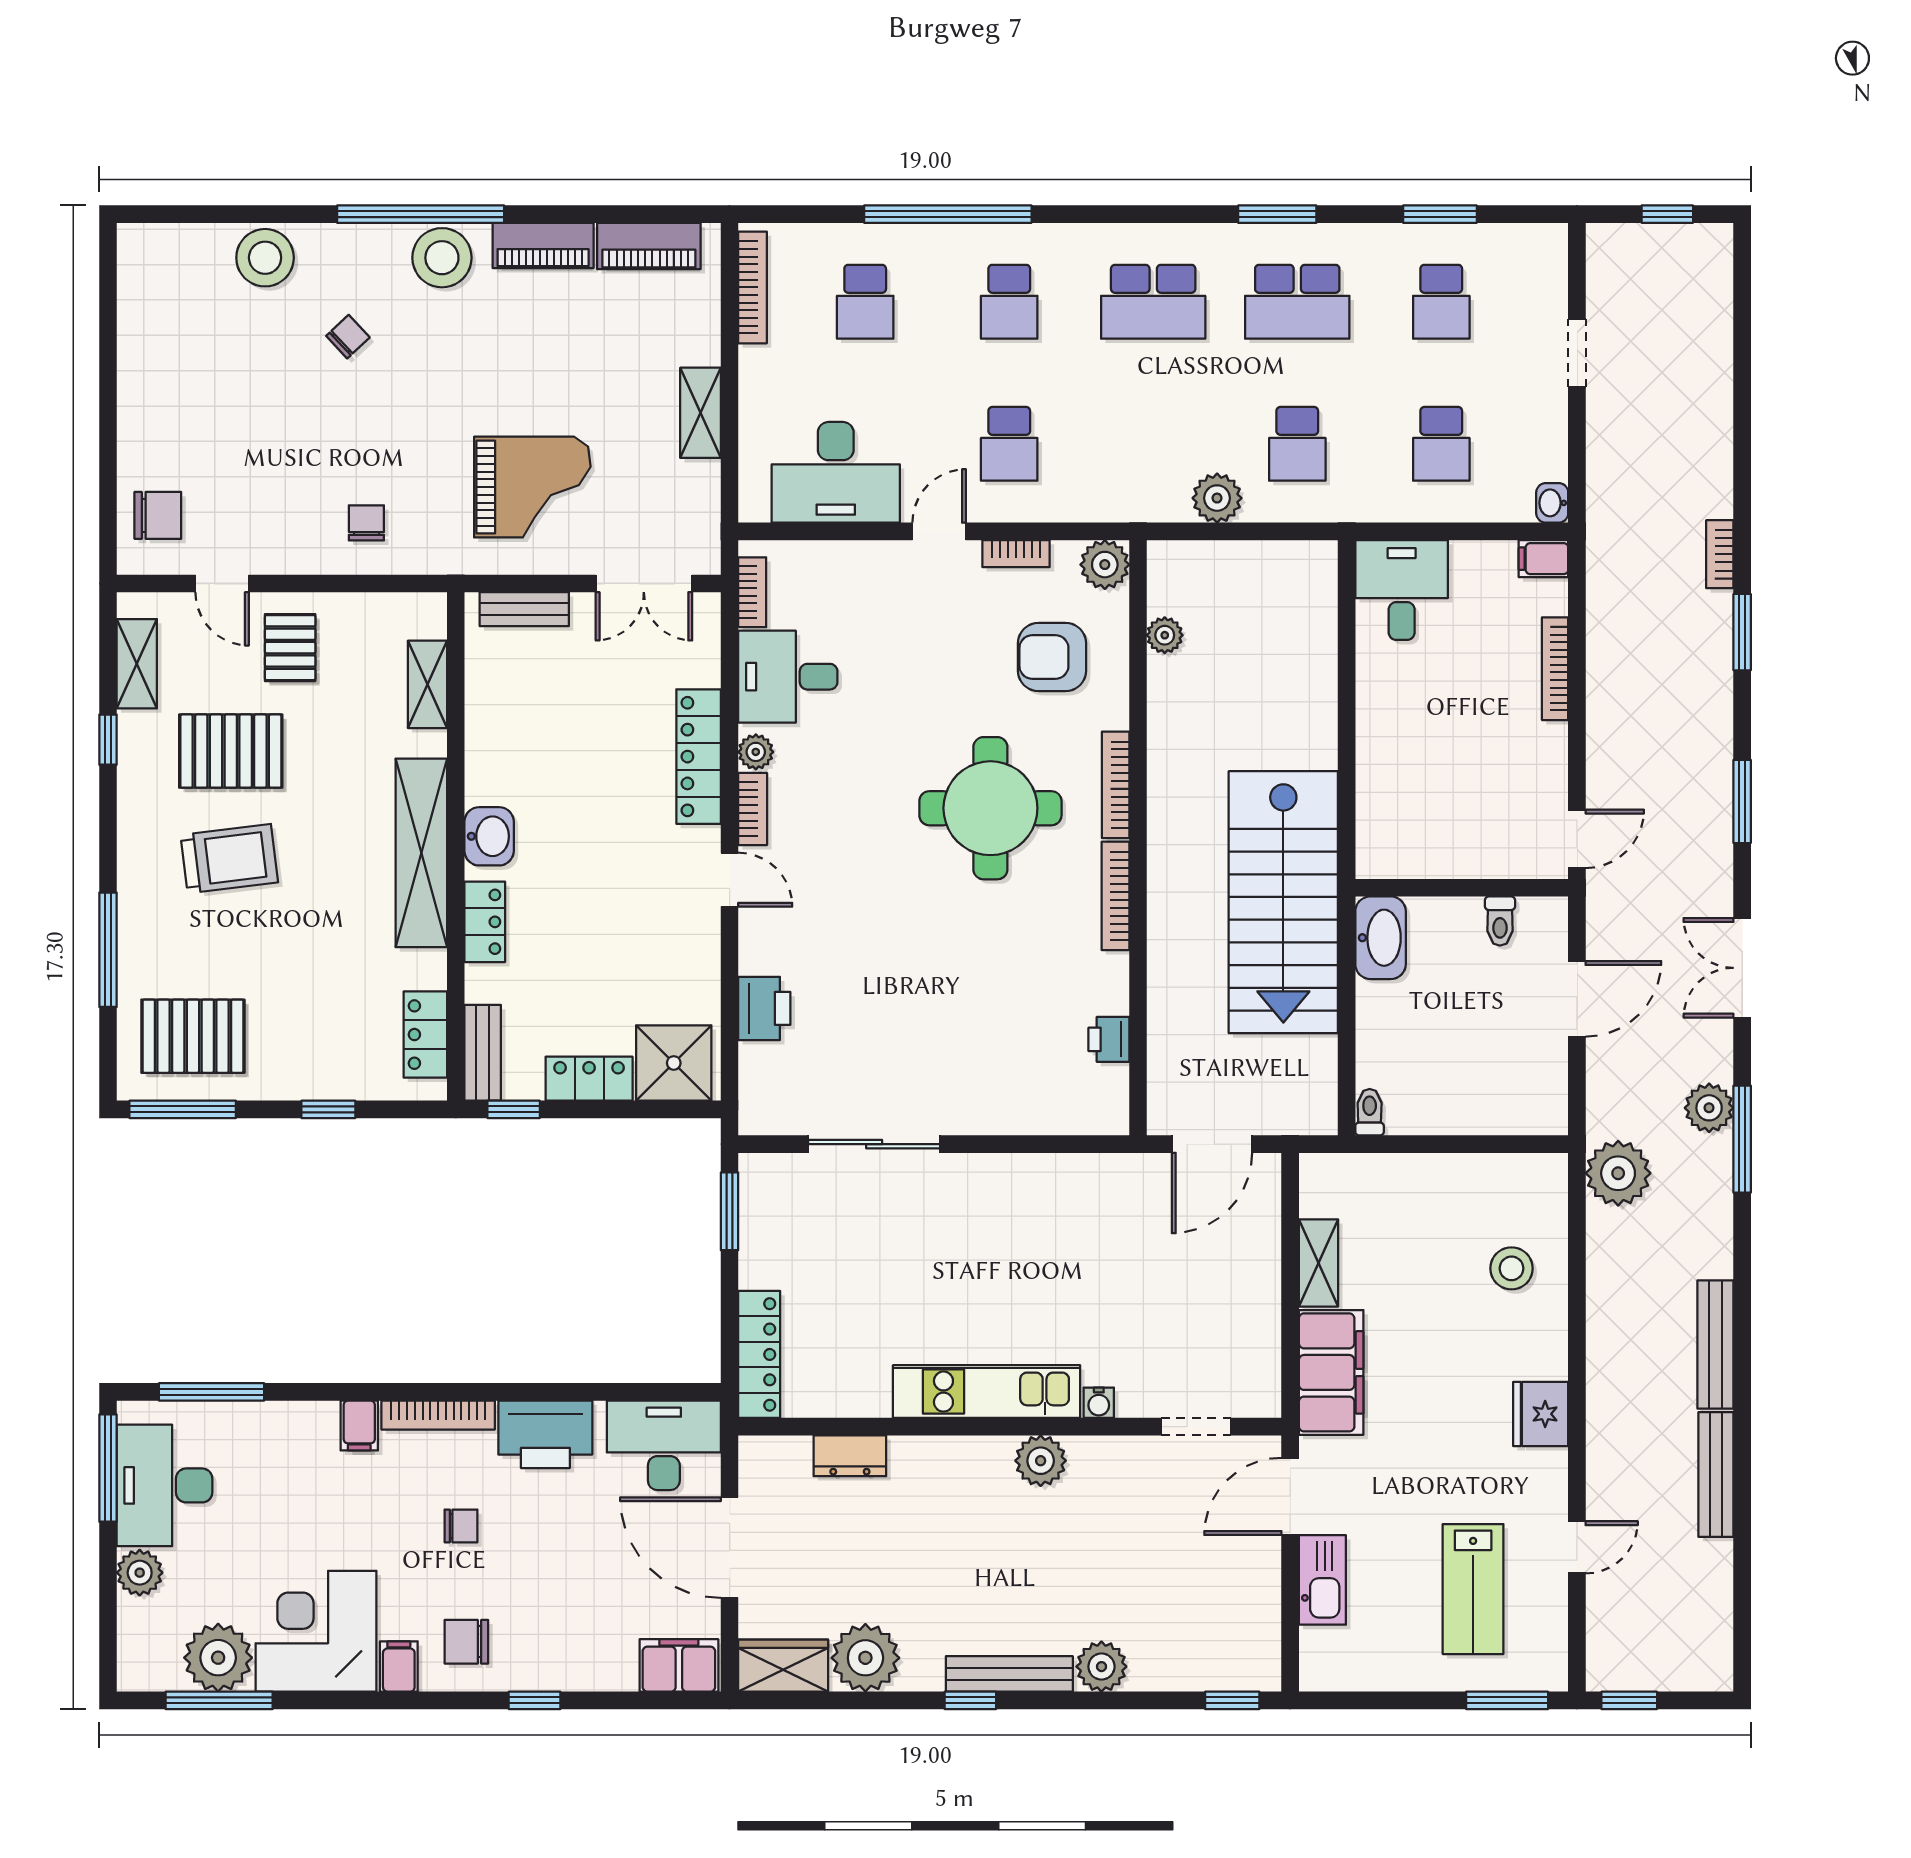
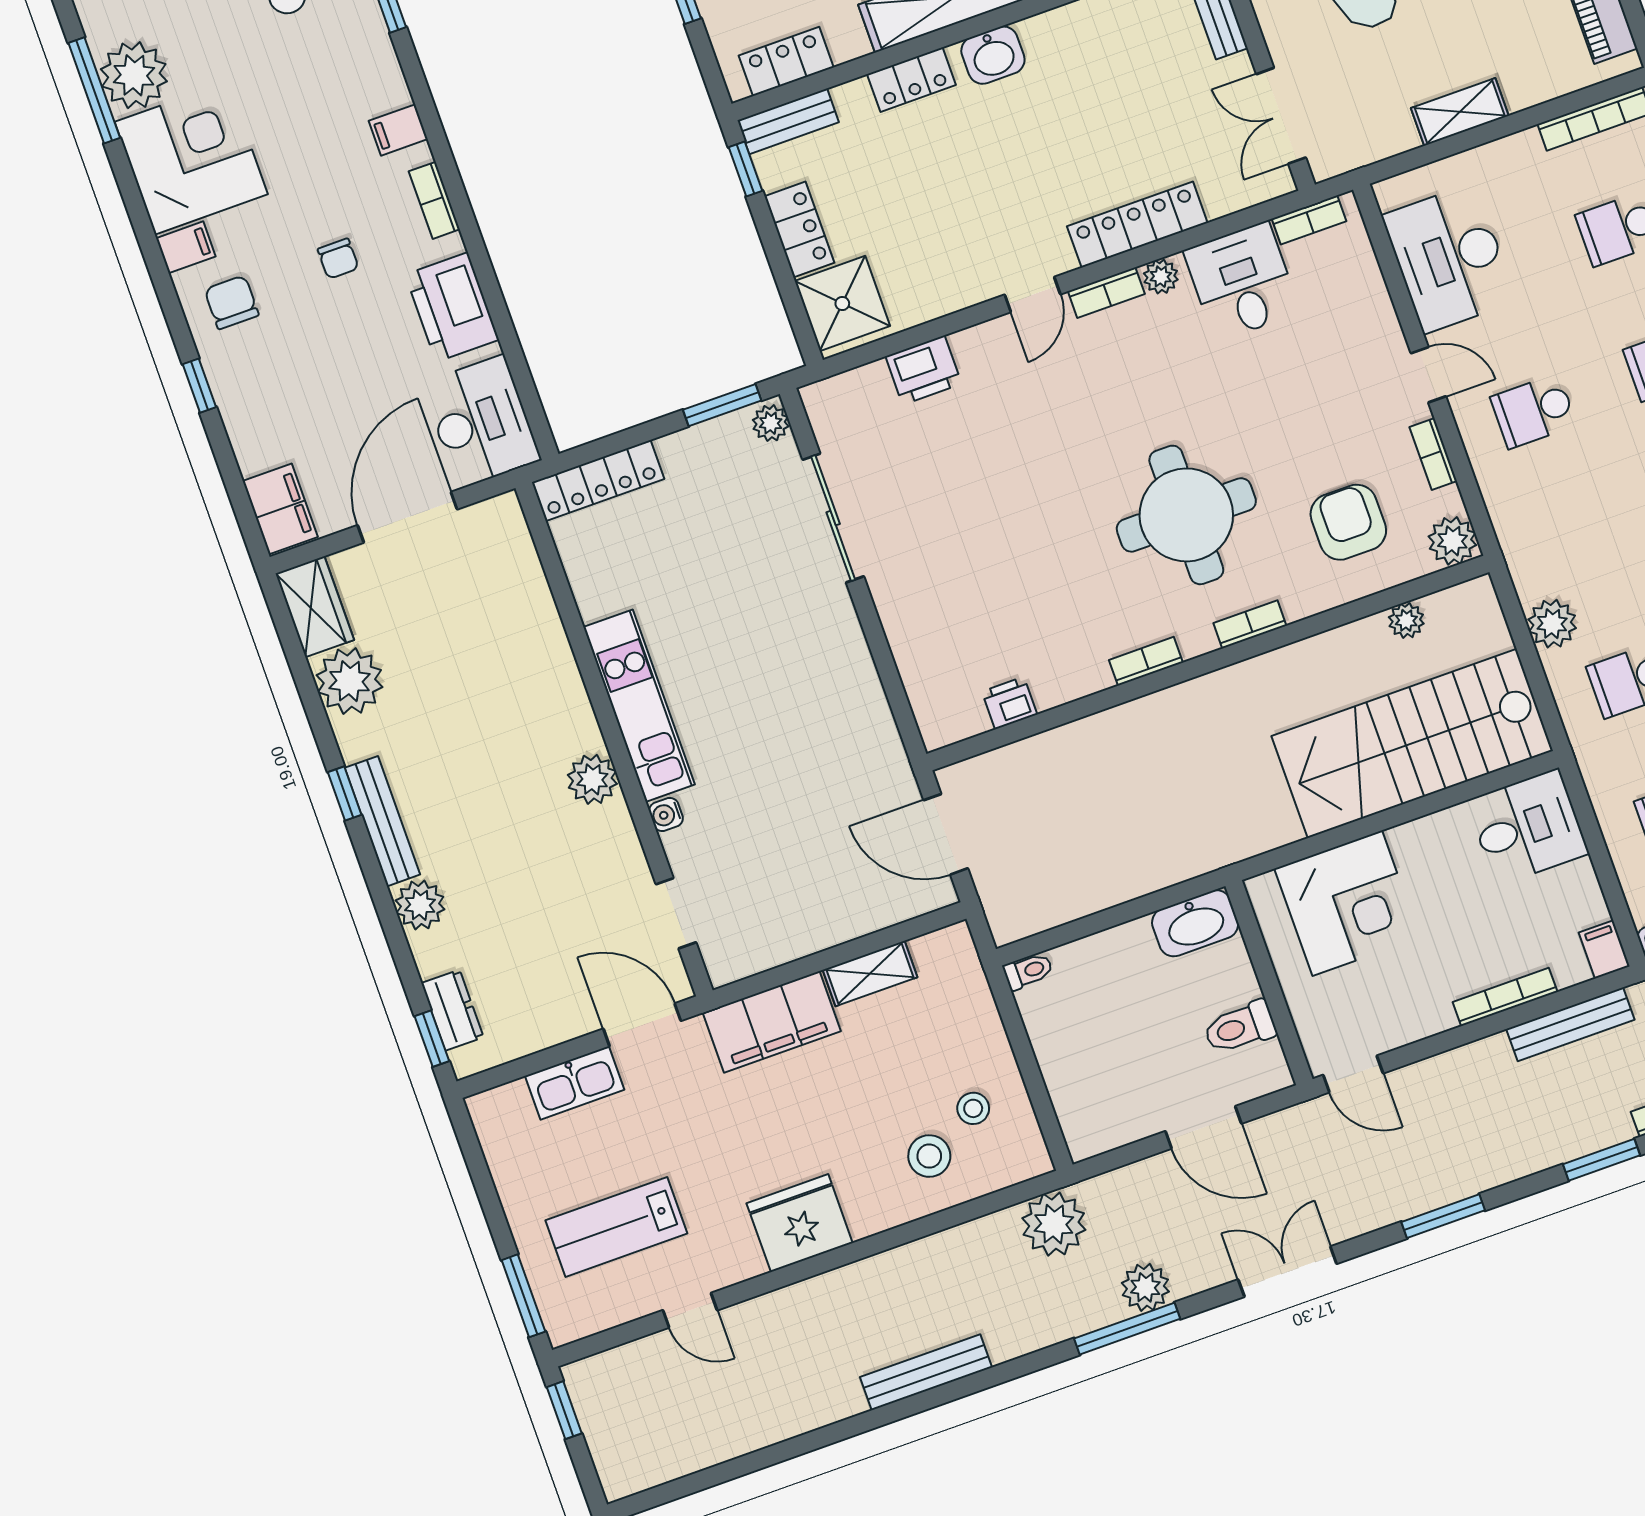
bookcase: (1116, 785) -> (1250, 624), width x0.64
corner desk: (1413, 787) -> (1347, 903), added
bookcase: (1115, 896) -> (1146, 661), width x0.64
stairs: (1283, 902) -> (1412, 743), moved
toilet: (1500, 921) -> (1240, 1027), width x1.37, depth x1.39
plant: (763, 1171) -> (771, 423), added
stool: (1481, 1211) -> (973, 1108), added
fridge: (1541, 1414) -> (800, 1223), width x1.36, depth x1.34
bookcase: (438, 1415) -> (434, 200), width x0.64
dresser: (850, 1456) -> (452, 1010), moved, turned 180
bench: (1716, 1474) -> (1570, 1024), moved

